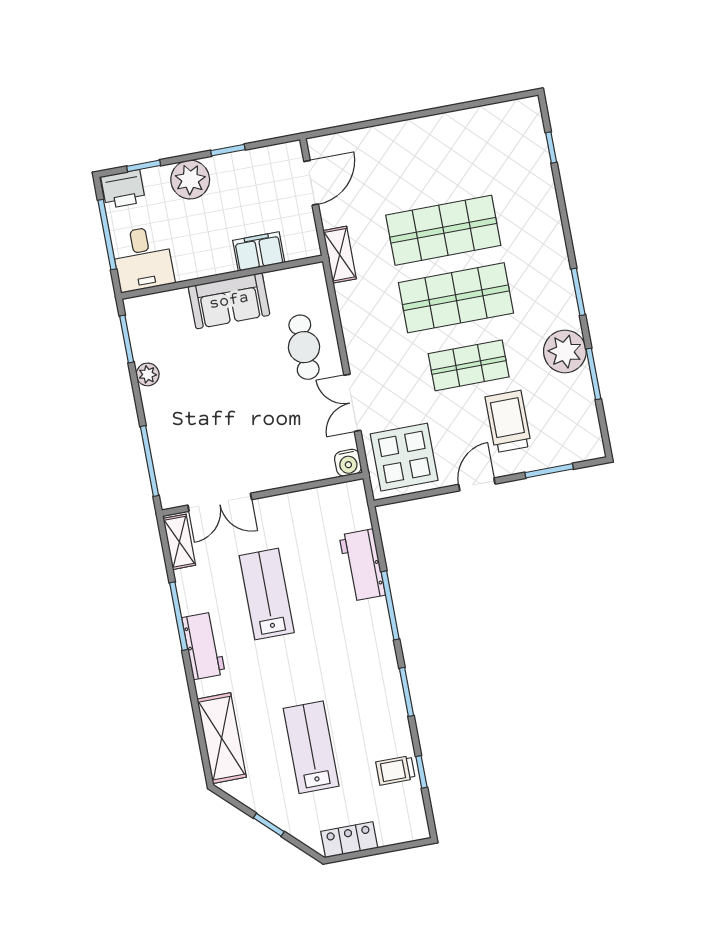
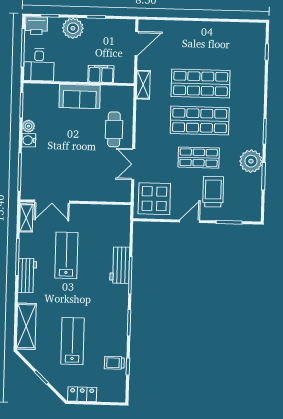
water cooler: (348, 463) -> (29, 140), moved, turned 90
workbench: (362, 565) -> (120, 265), moved

